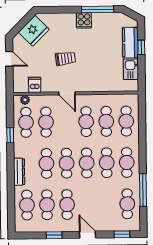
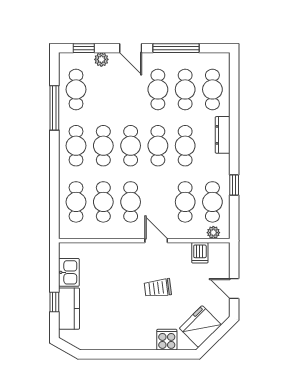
window: (98, 9) -> (113, 354), removed
cooker: (84, 20) -> (167, 340), moved
plant: (109, 226) -> (101, 59), added
window: (54, 235) -> (176, 48), width x2.17

